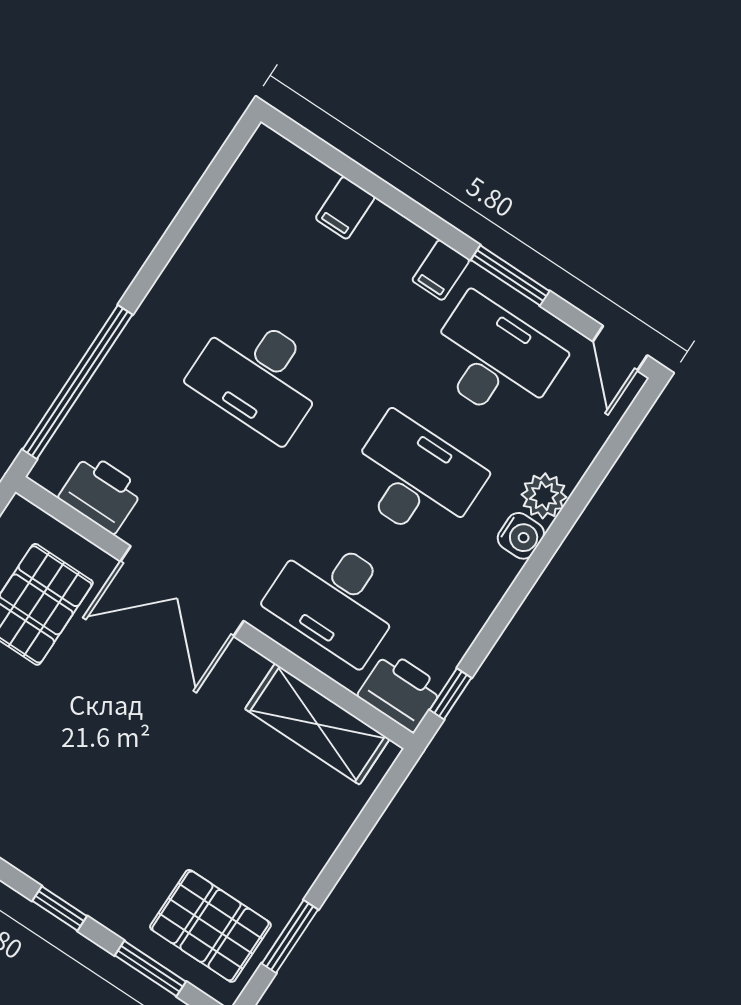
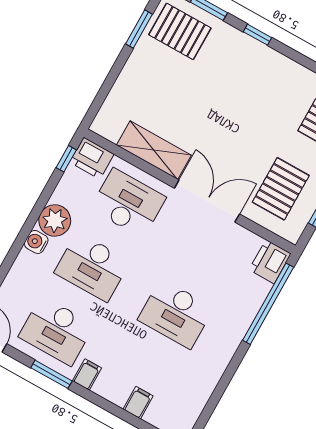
desk: (259, 376) -> (176, 314), turned 180
printer: (101, 493) -> (270, 262), moved, turned 90
plant: (544, 496) -> (55, 220), moved, width x1.36, depth x1.36
shelving: (317, 724) -> (154, 150), moved

